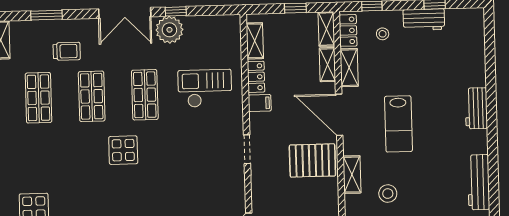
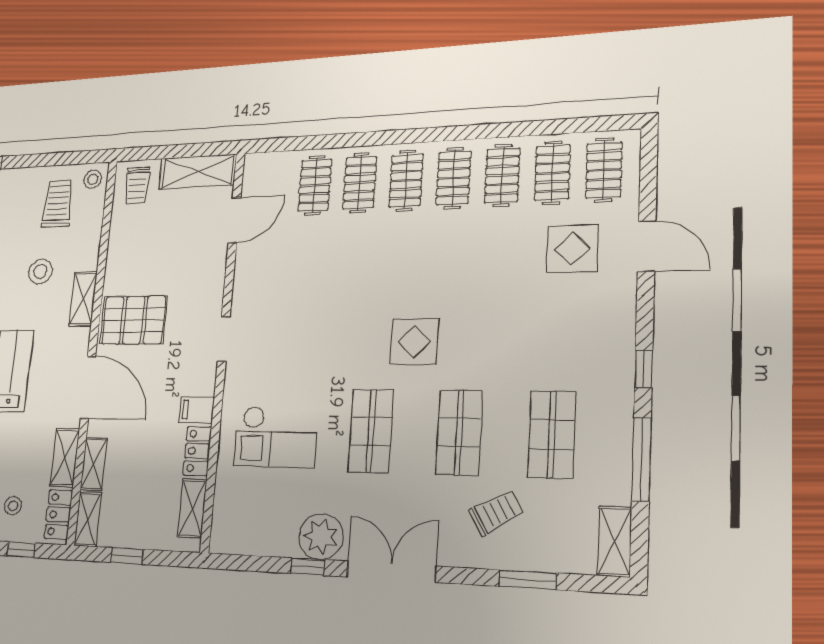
trolley: (67, 51) -> (496, 513), turned 150

